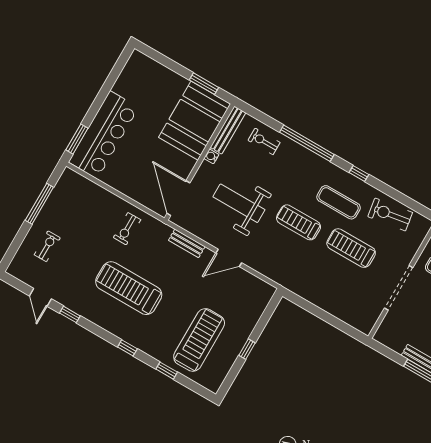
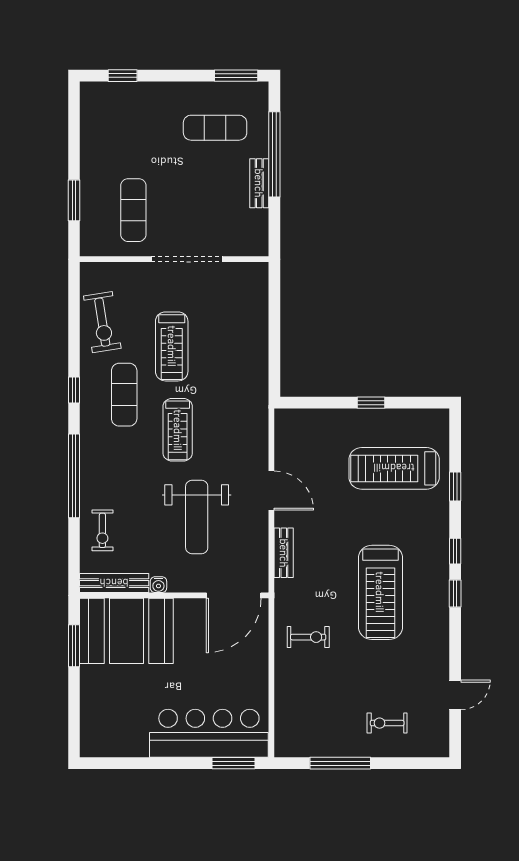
window: (70, 314) -> (455, 593), moved

